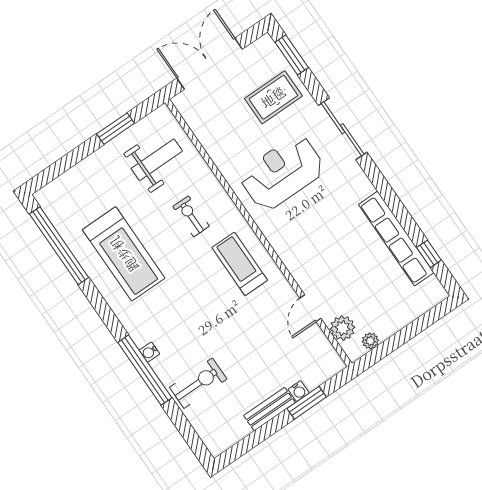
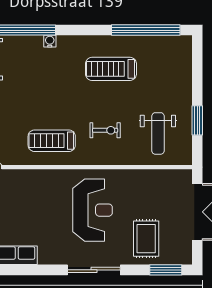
treadmill: (124, 254) -> (111, 69), width x0.73, depth x0.73
treadmill: (240, 264) -> (52, 141), turned 180
water cooler: (149, 352) -> (50, 41), moved

